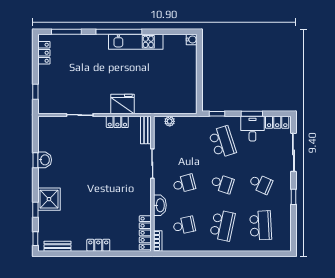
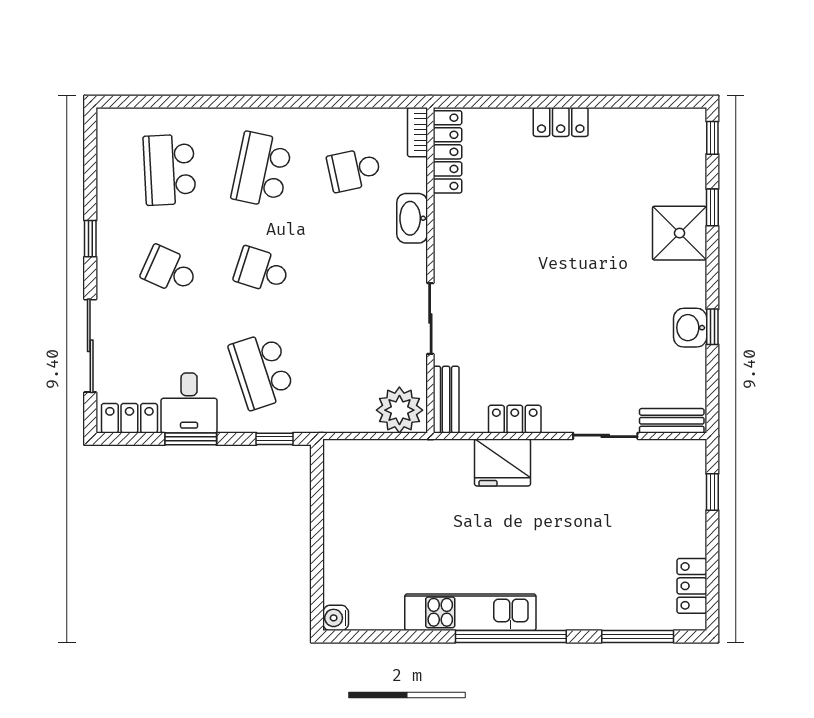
plant: (170, 121) -> (399, 410), width x1.87, depth x1.87
school desk: (184, 184) -> (354, 270), removed
bench: (58, 246) -> (672, 421), moved

